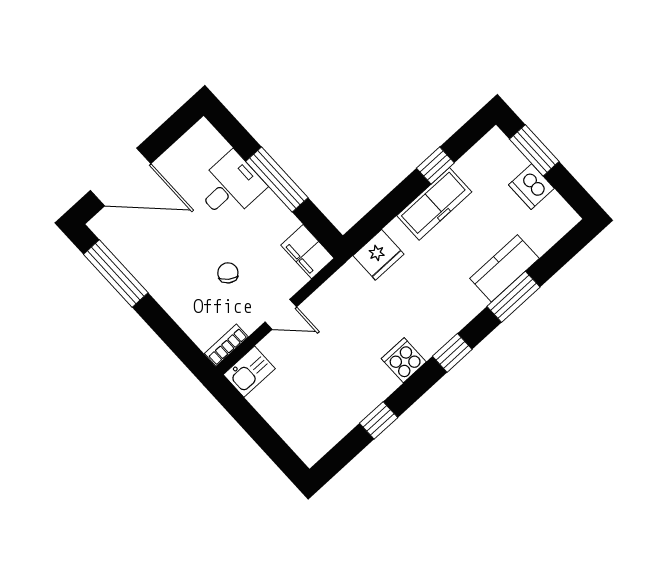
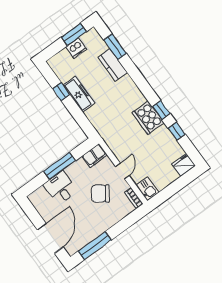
window: (534, 150) -> (74, 34), moved
fridge: (379, 255) -> (184, 165), moved, turned -90
chair: (228, 273) -> (100, 193), width x1.87, depth x1.87
window: (513, 297) -> (115, 47), moved
window: (452, 353) -> (161, 110), moved
cooker: (404, 360) -> (148, 118), width x1.87, depth x1.31

